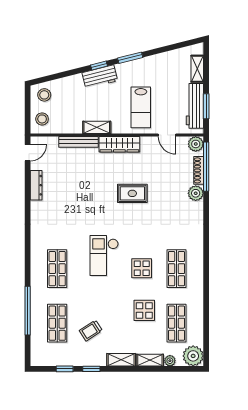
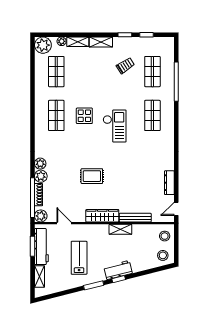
lab bench: (141, 107) -> (79, 258), moved
plant: (196, 209) -> (40, 164), added
display table: (144, 310) -> (82, 82), removed

